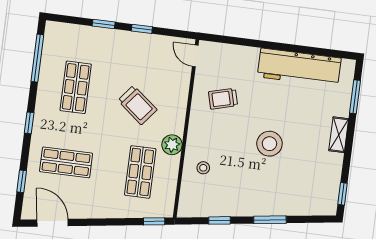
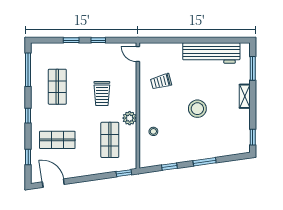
trolley: (137, 105) -> (102, 94), turned 51

